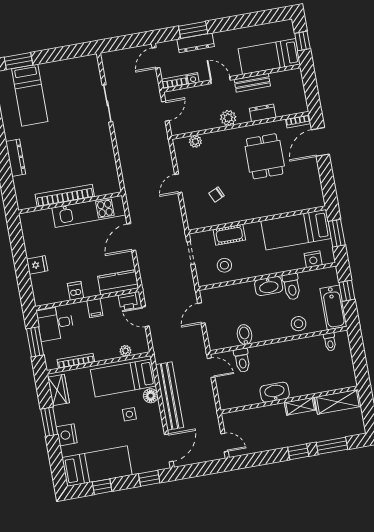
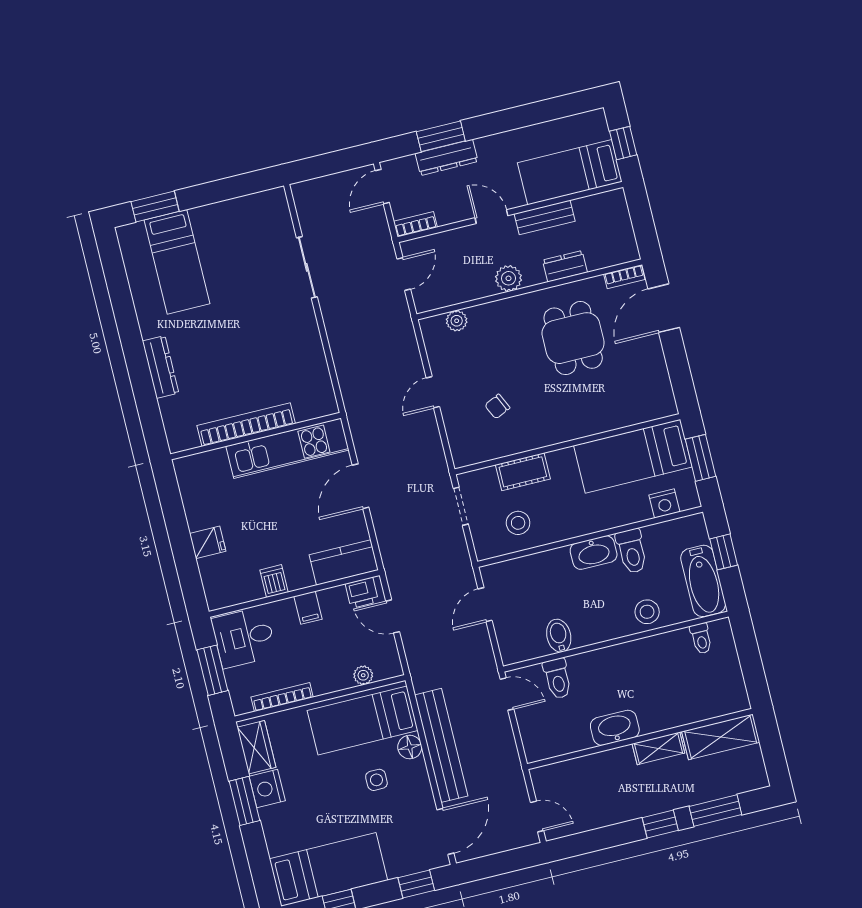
nightstand: (193, 78) -> (446, 217), removed
nightstand: (67, 435) -> (267, 789), moved

